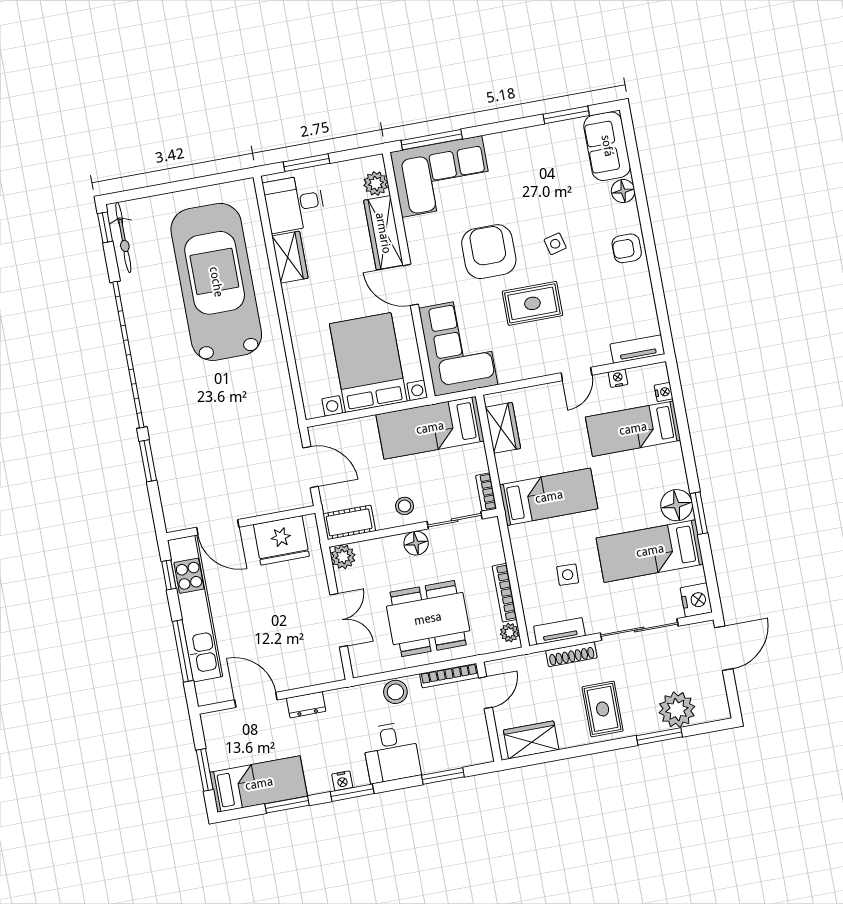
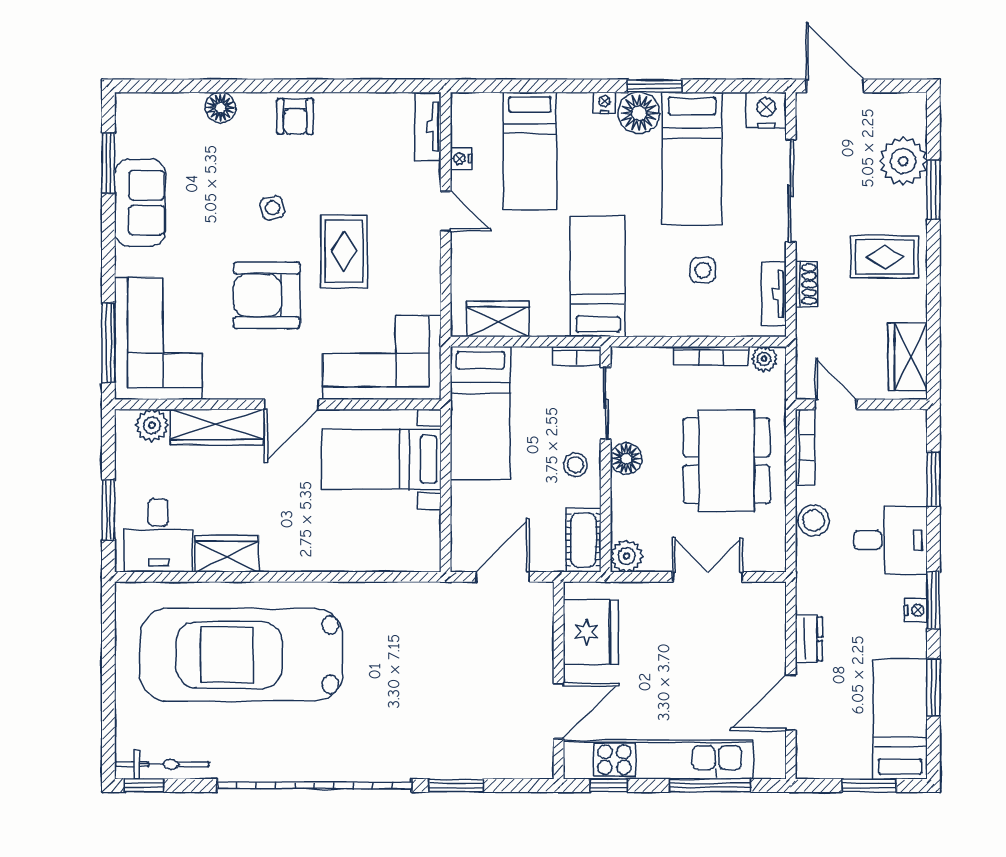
sofa: (607, 146) -> (140, 203), moved, turned -90
bed with nightstands: (368, 362) -> (381, 459), width x0.73
nightstand: (664, 392) -> (604, 103), moved
shoe rack: (571, 654) -> (806, 284), width x0.70

